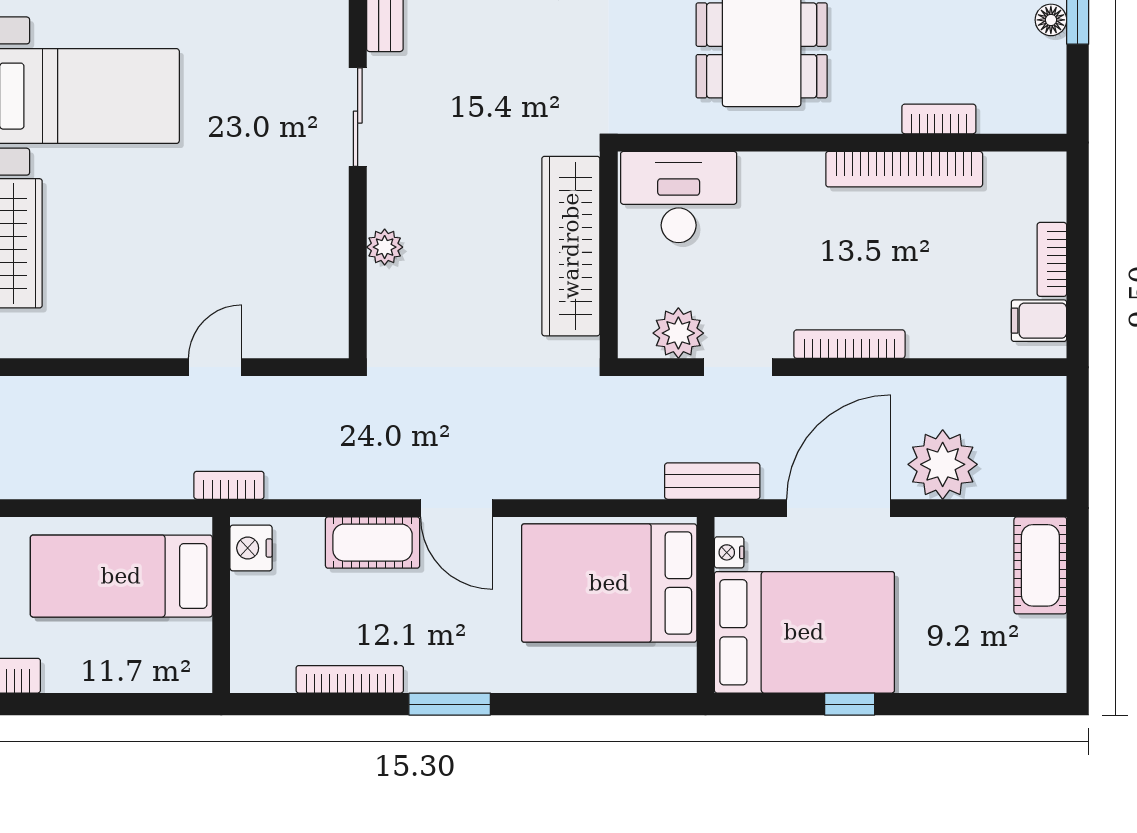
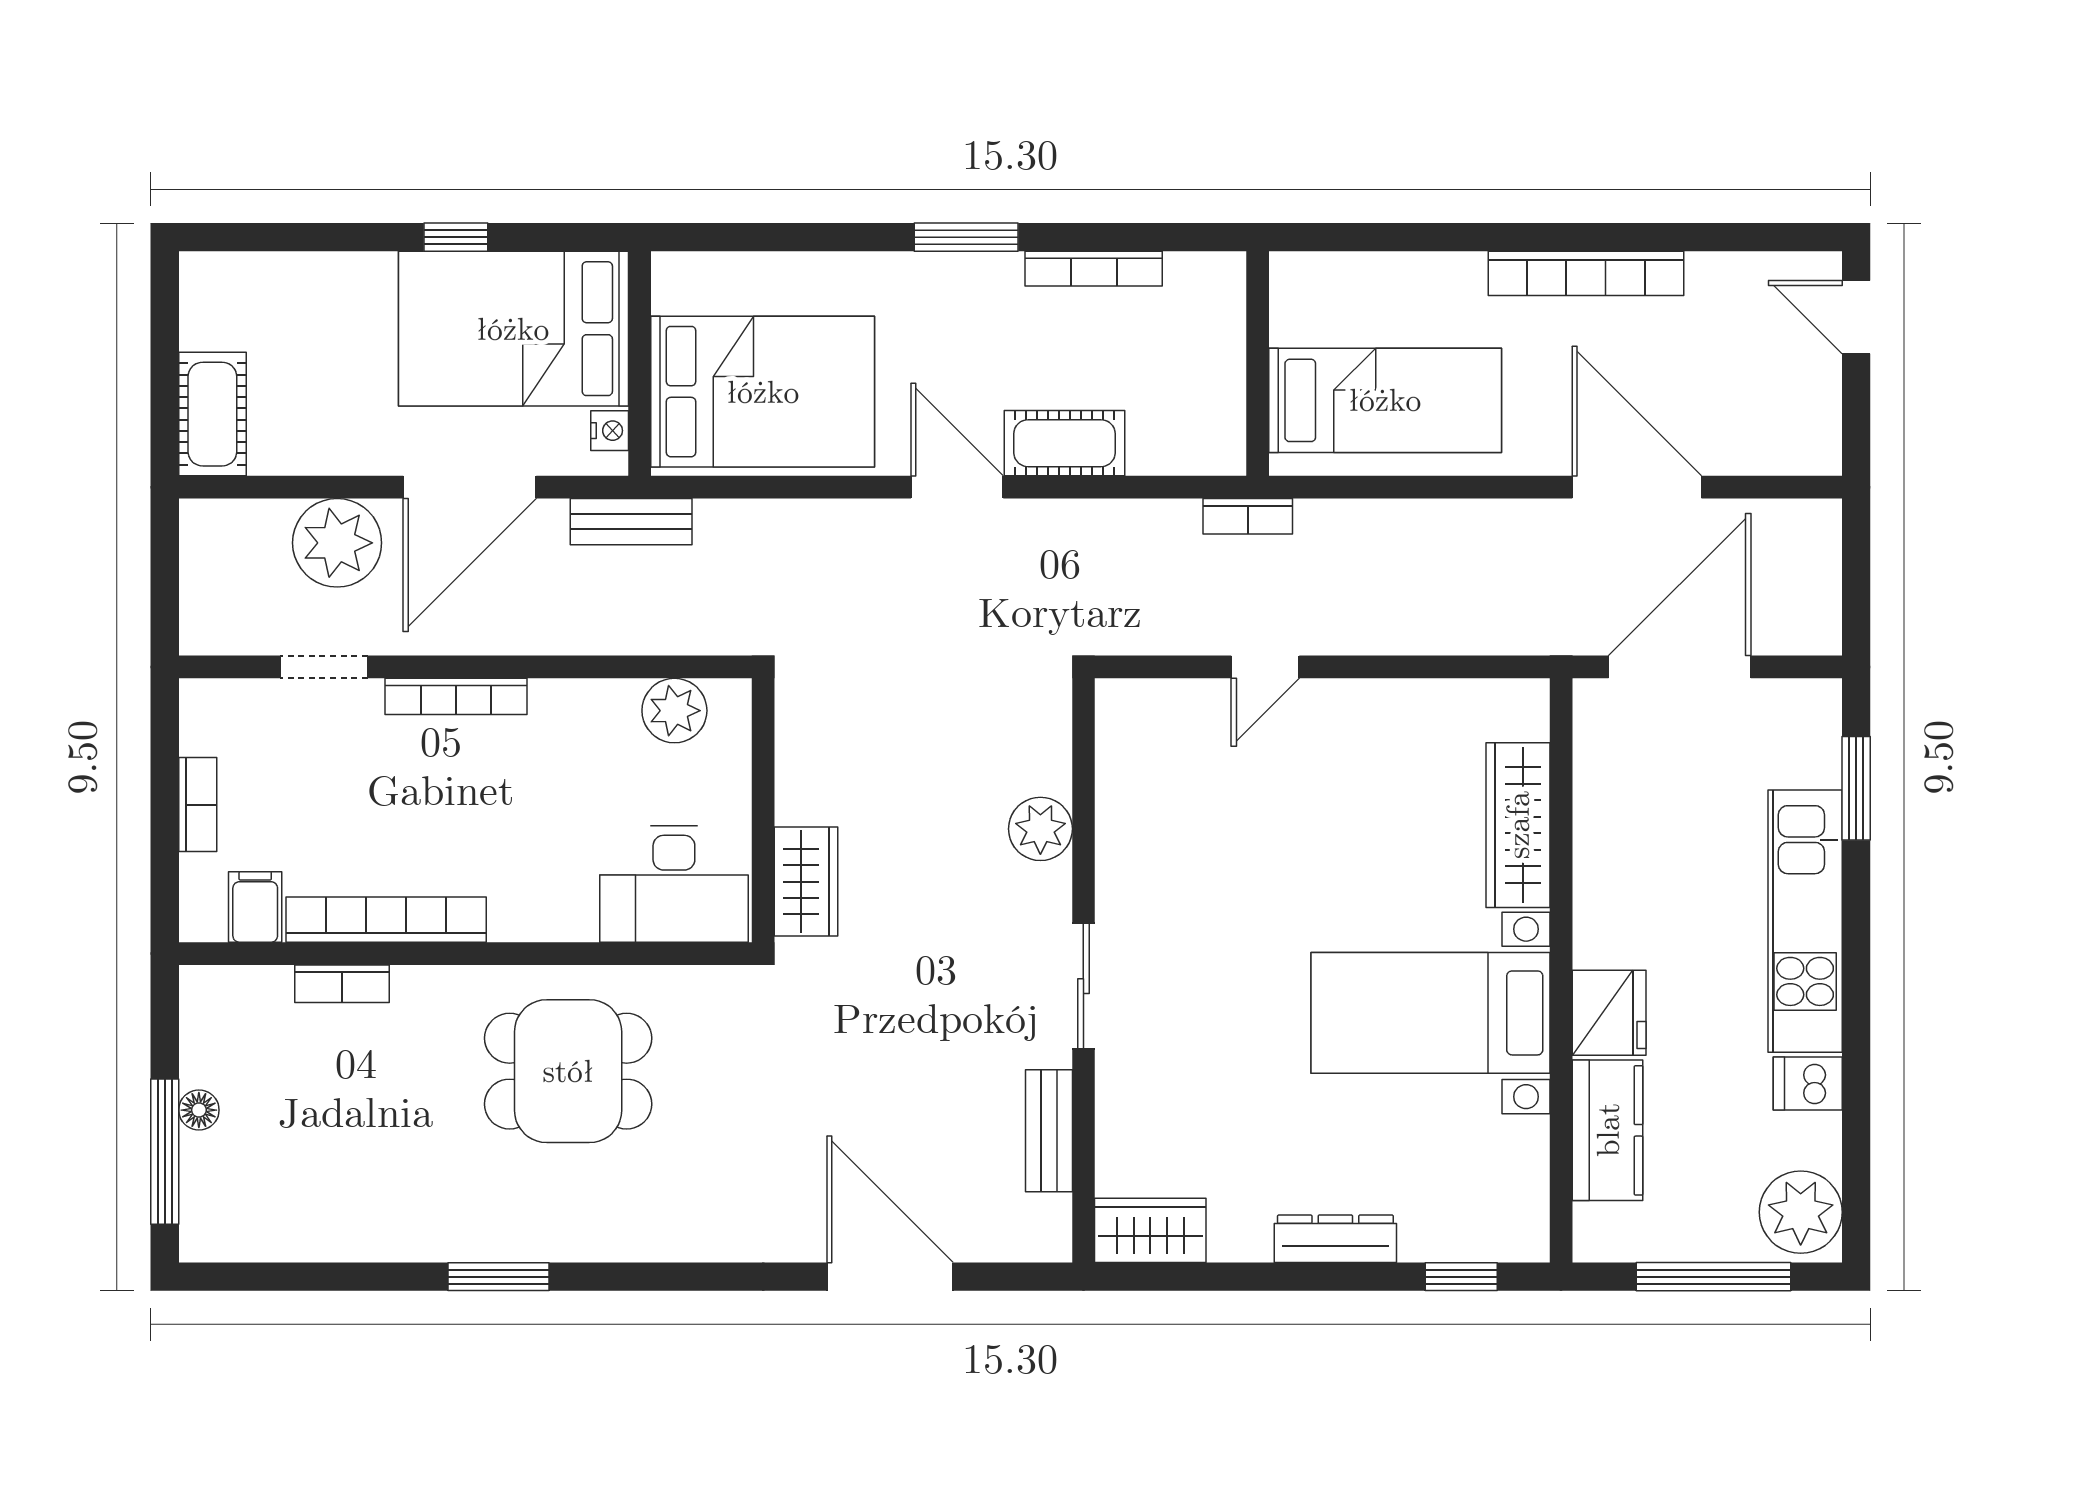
wardrobe: (571, 246) -> (806, 882), width x0.48, depth x0.85
plant: (385, 247) -> (1040, 829), width x1.38, depth x1.38
filing cabinet: (1039, 321) -> (255, 907), moved, turned -90
doorway: (738, 367) -> (324, 667), moved
nightstand: (251, 548) -> (1220, 436), removed

